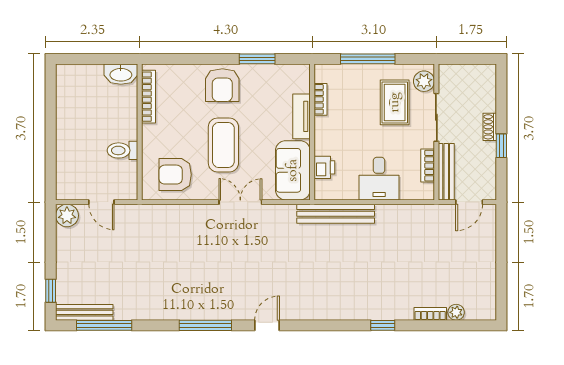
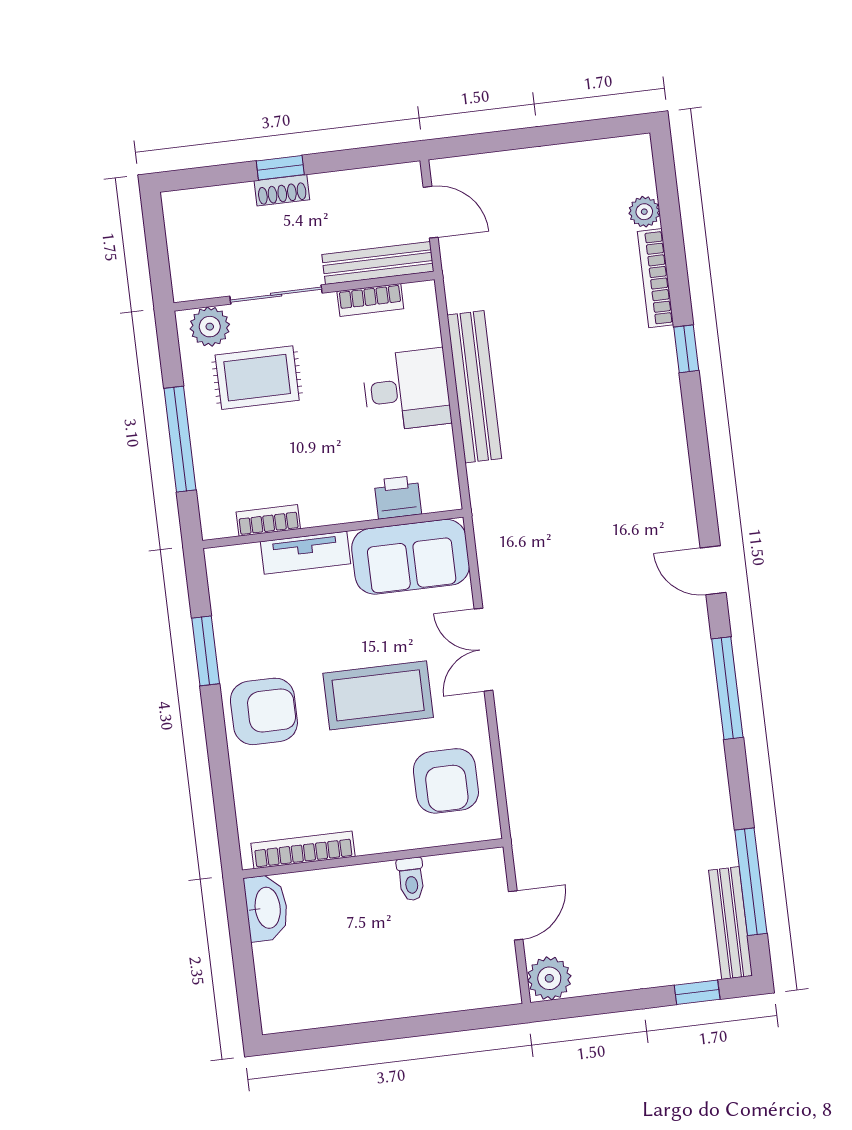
window: (501, 146) -> (280, 168), moved
toilet: (122, 150) -> (411, 879), width x0.73, depth x0.72
bench: (336, 214) -> (474, 387), moved
bookcase: (430, 314) -> (655, 278), width x1.56

